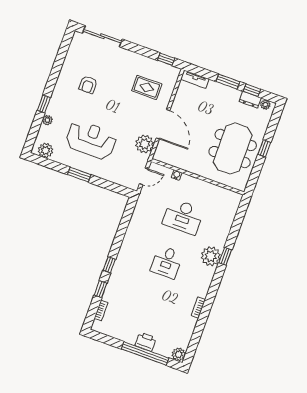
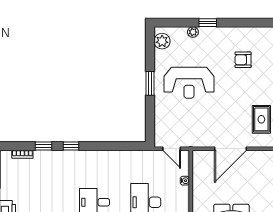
reception desk: (91, 140) -> (189, 83), turned 90
plant: (145, 144) -> (204, 138), removed

